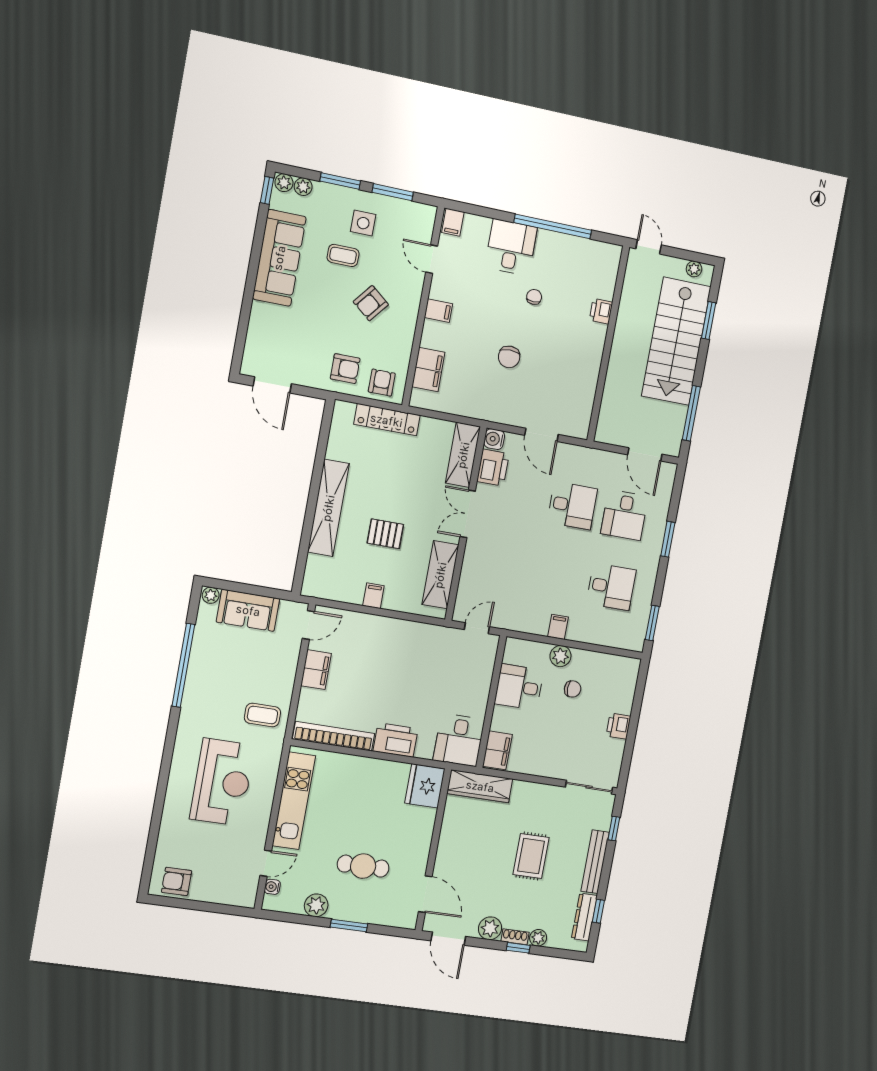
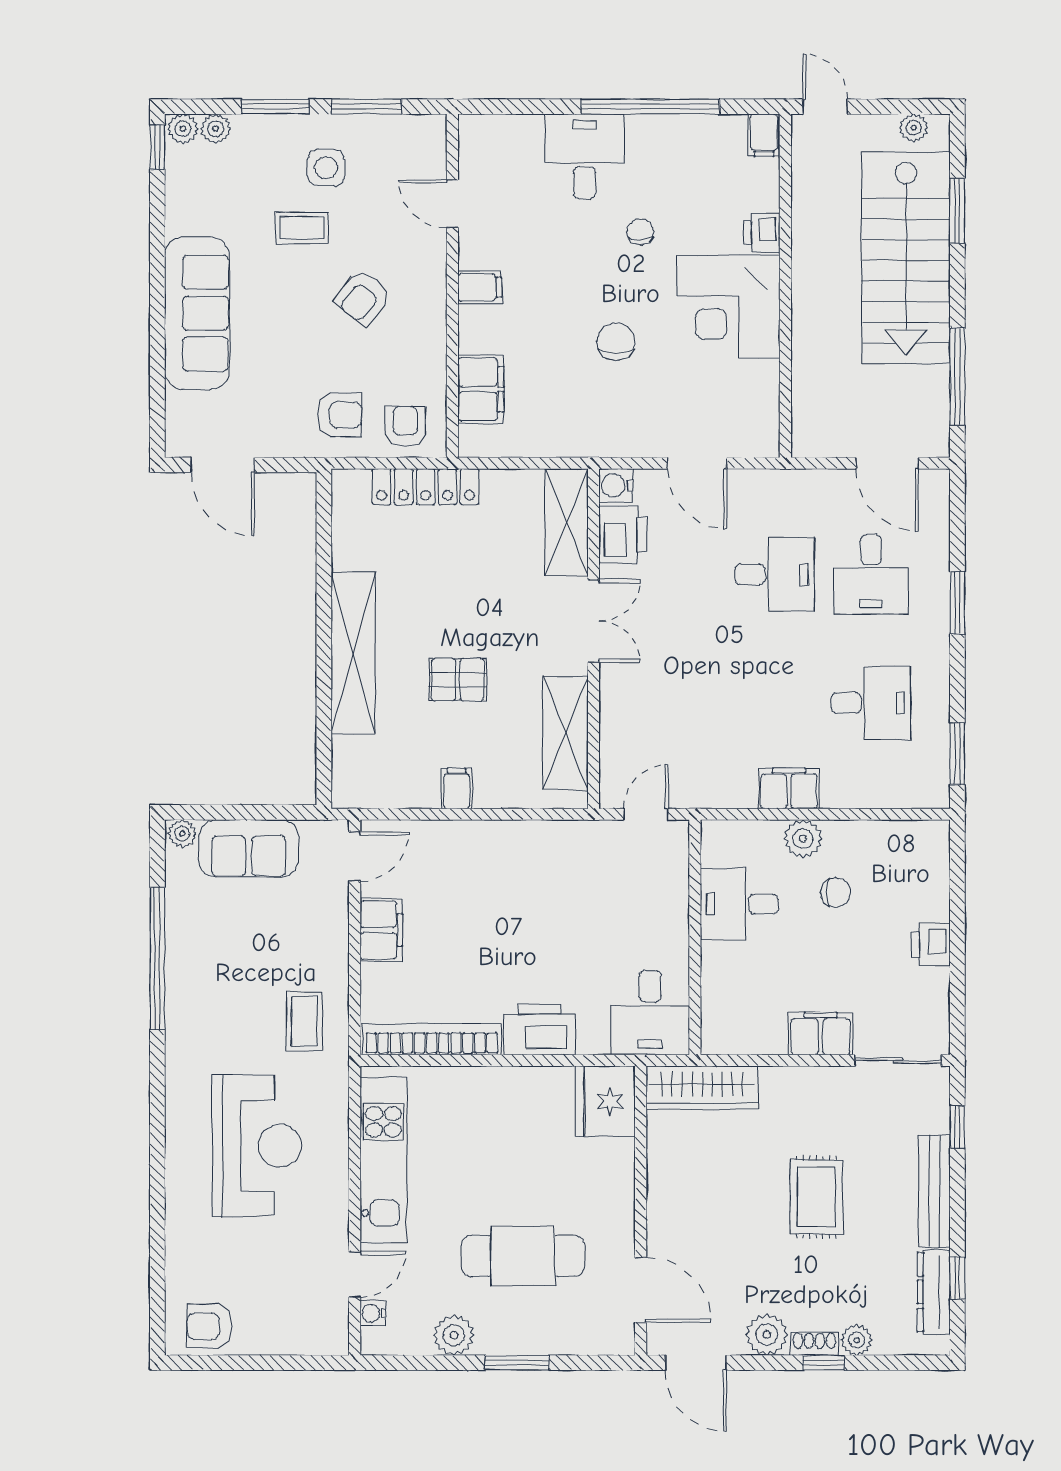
filing cabinet: (453, 222) -> (764, 135), moved
sofa: (279, 258) -> (197, 313), moved
corner desk: (575, 349) -> (728, 307), added
chair: (509, 357) -> (616, 342), turned 180
double door: (468, 514) -> (594, 621), swing flipped
filing cabinet: (558, 627) -> (789, 788), width x2.00
coffee table: (262, 715) -> (304, 1022), turned 90
filing cabinet: (497, 750) -> (821, 1034), moved, turned -90
cafe table: (363, 866) -> (523, 1256), width x1.37, depth x1.35

